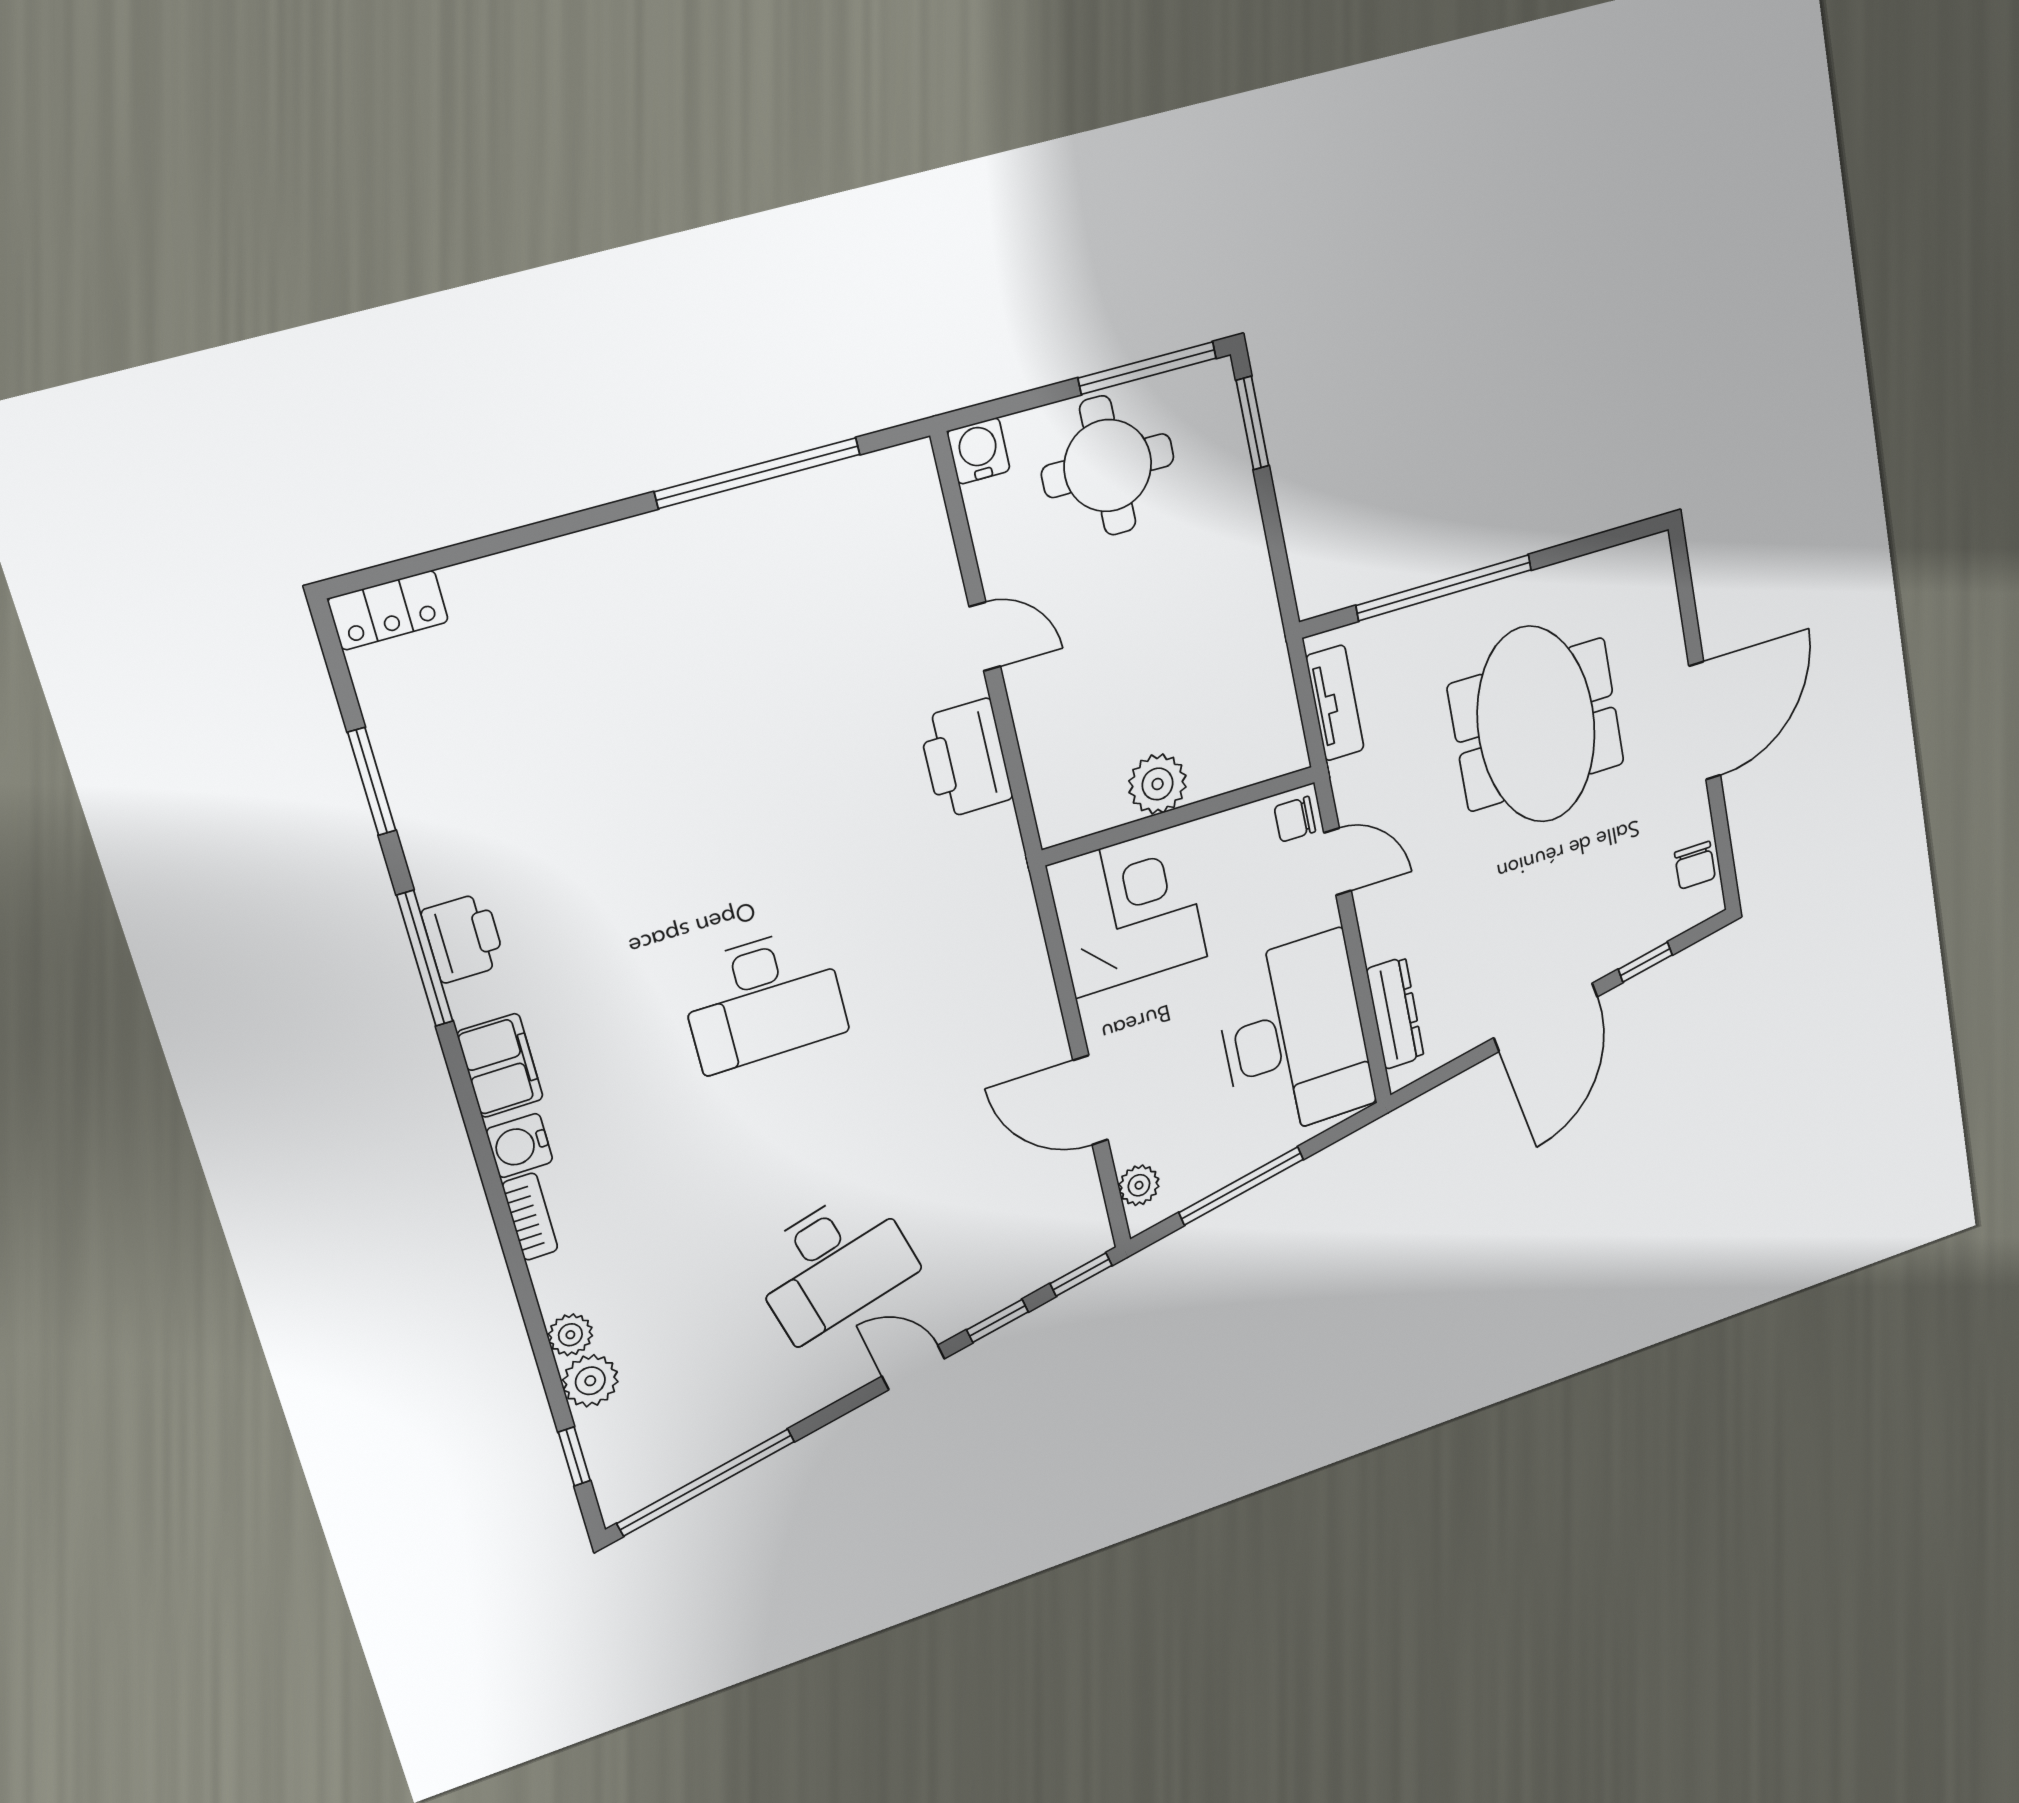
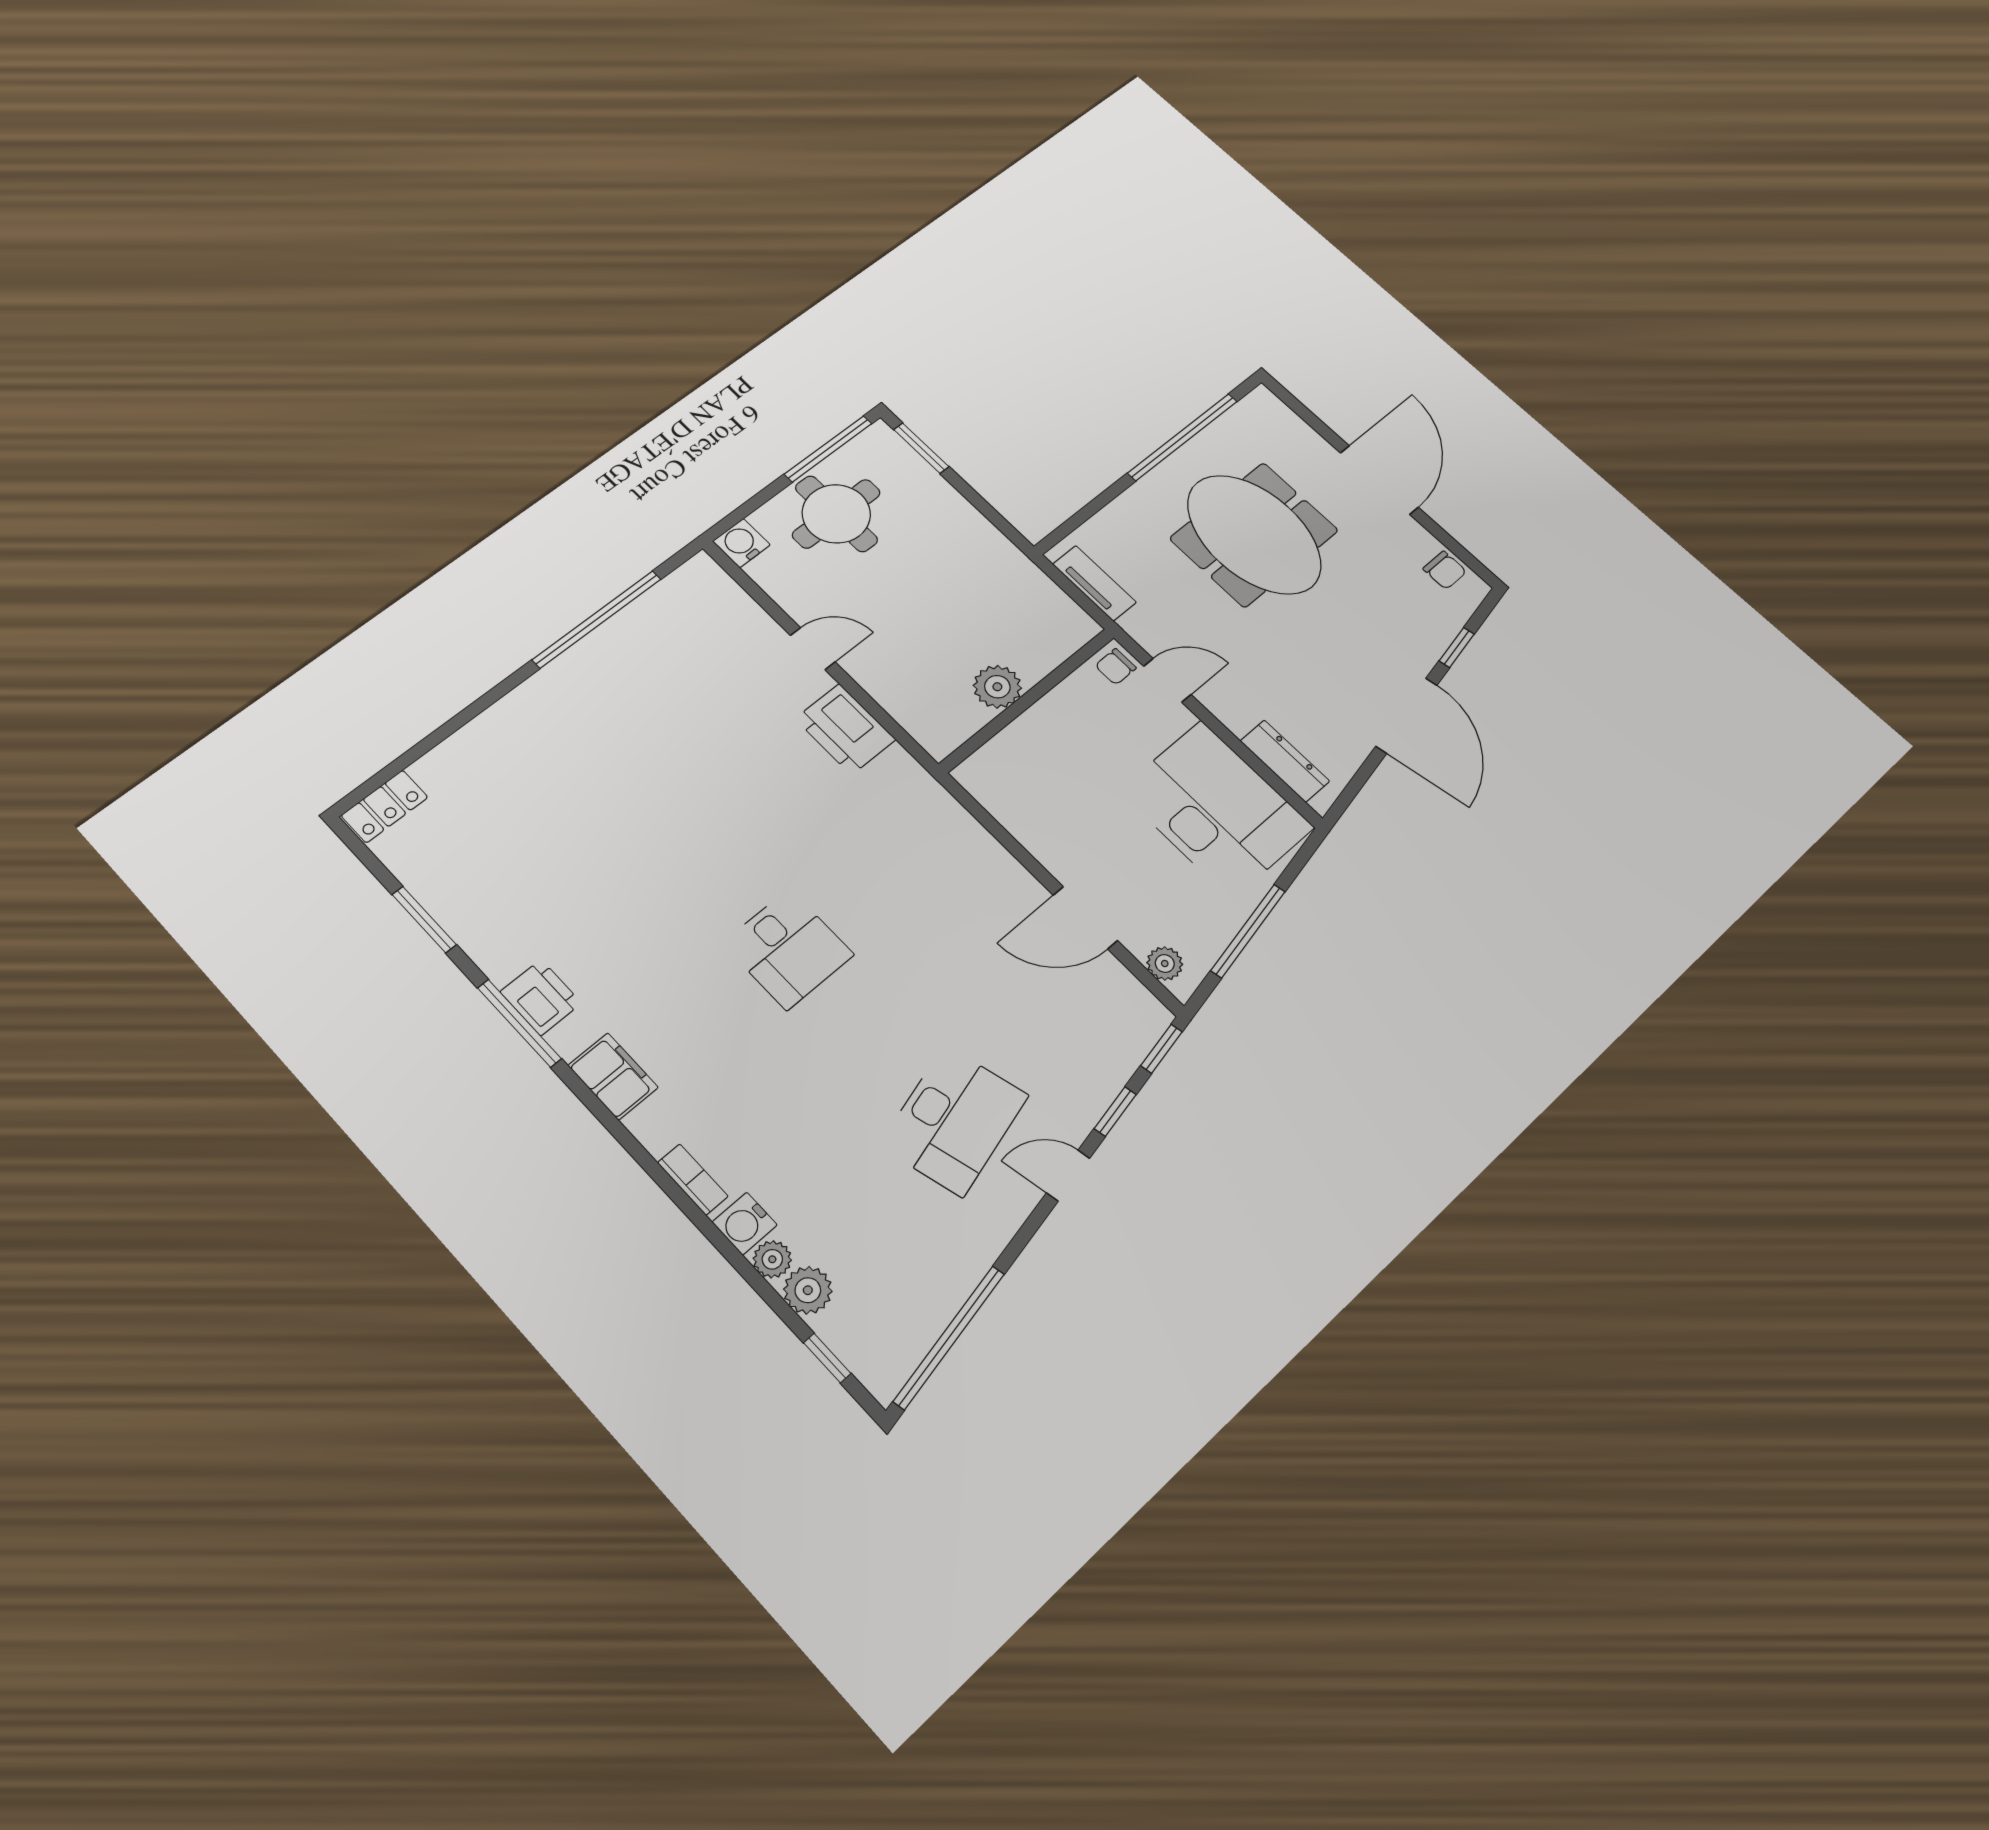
window: (1444, 588) -> (1183, 437), moved
corner desk: (1127, 912) -> (1029, 778), removed
desk: (763, 999) -> (788, 949), width x0.73
water cooler: (519, 1146) -> (745, 1224), moved

